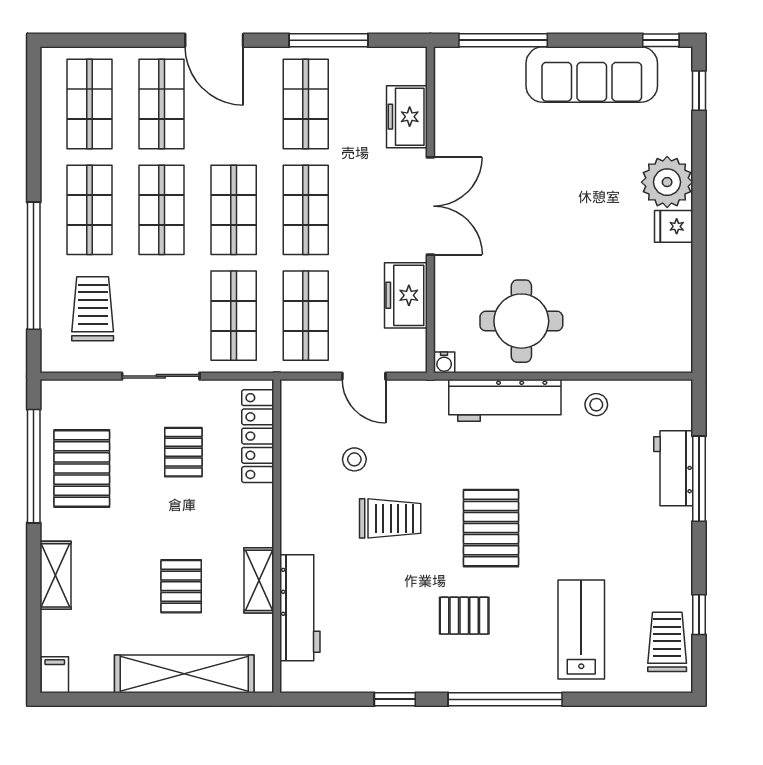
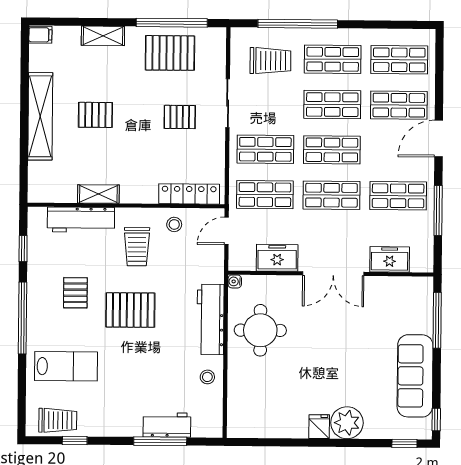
locker: (258, 436) -> (189, 194), moved
wall: (277, 536) -> (126, 205), moved
shelving: (259, 580) -> (98, 194), moved
workbench: (300, 608) -> (81, 220), moved

